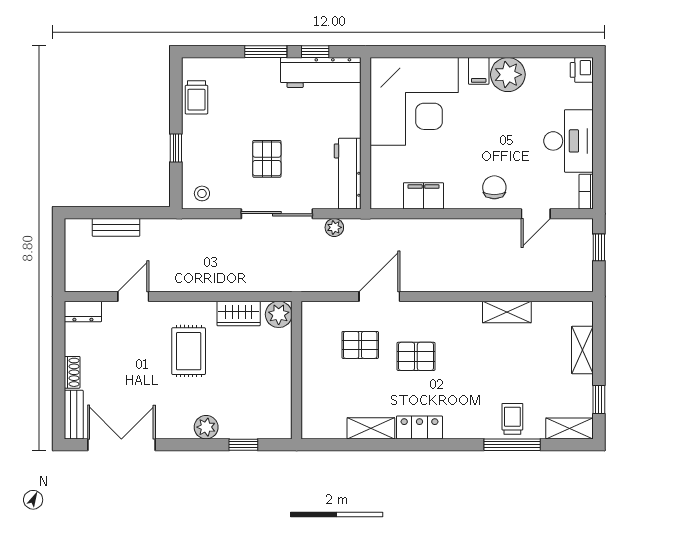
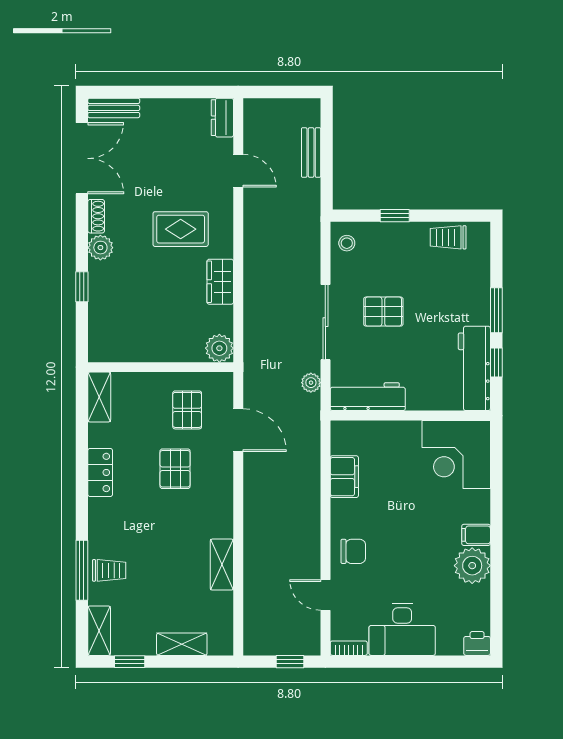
corner desk: (414, 101) -> (456, 455), width x0.74, depth x0.74
plant: (279, 314) -> (219, 348), moved
wall: (297, 370) -> (161, 367), moved
shoe rack: (72, 372) -> (96, 216), moved, turned -90
shelving: (371, 428) -> (99, 397), moved

